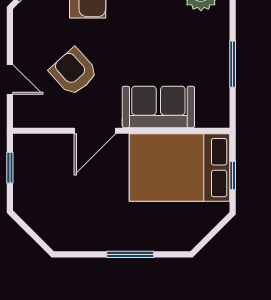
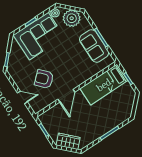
sofa: (158, 107) -> (94, 46), moved, turned -90
bed: (180, 168) -> (104, 85), width x0.67
wardrobe: (42, 219) -> (68, 141), added

